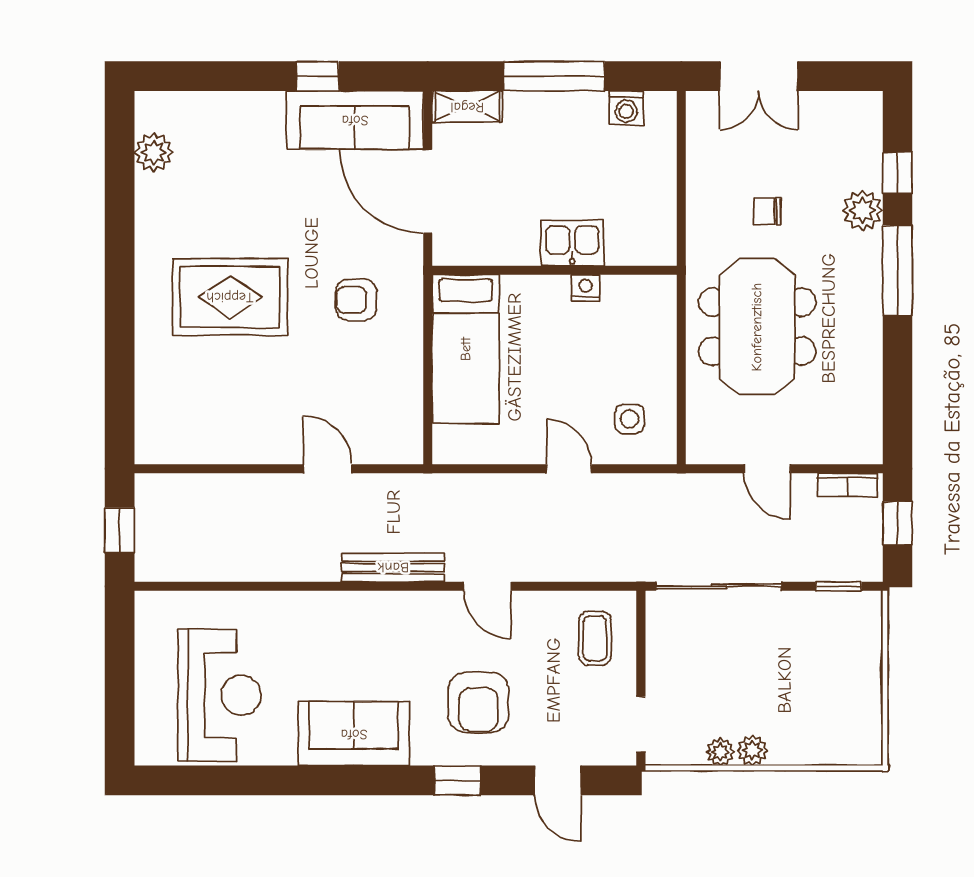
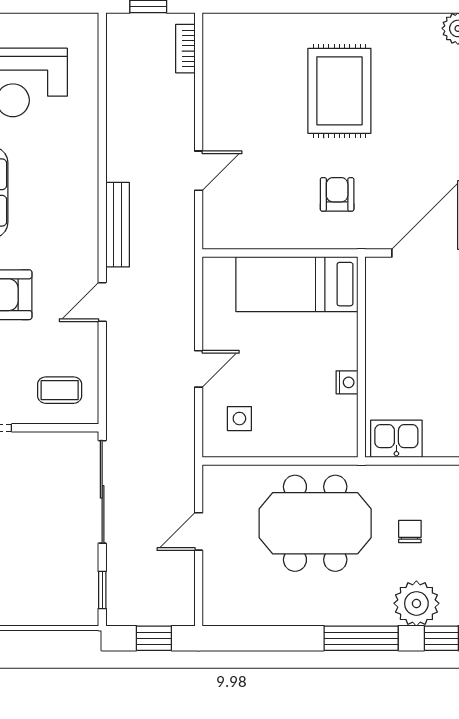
plant: (862, 210) -> (416, 603), width x1.36, depth x1.36
kitchen sink: (572, 243) -> (396, 439), moved, turned -90
bookcase: (848, 485) -> (185, 49), moved

